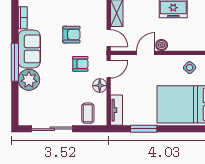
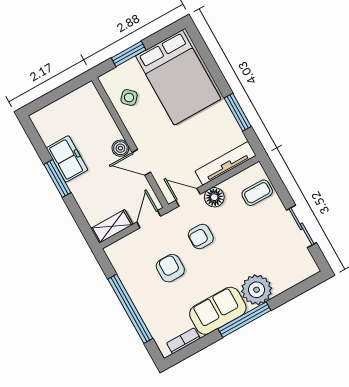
armchair: (80, 64) -> (201, 236), turned -90
tv unit: (117, 110) -> (226, 163), width x1.41
sliding door: (52, 129) -> (301, 226), width x0.73

